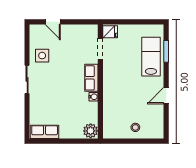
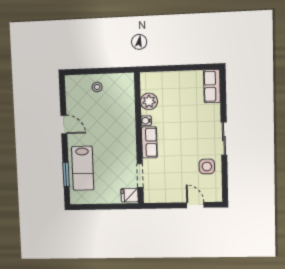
door: (166, 96) -> (64, 124), hinge flipped
plant: (91, 131) -> (149, 101), moved
row of seats: (45, 132) -> (212, 86), moved, turned 90

